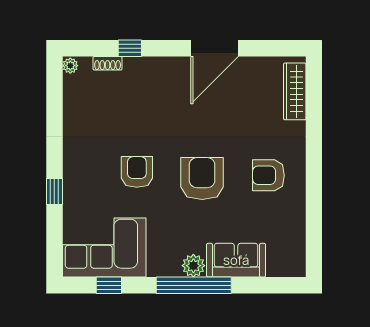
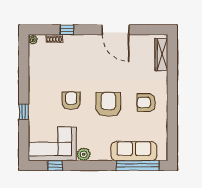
door: (215, 48) -> (116, 30), hinge flipped
sofa: (236, 260) -> (134, 151), width x1.36
plant: (193, 266) -> (84, 154), moved
window: (194, 285) -> (138, 165), moved

